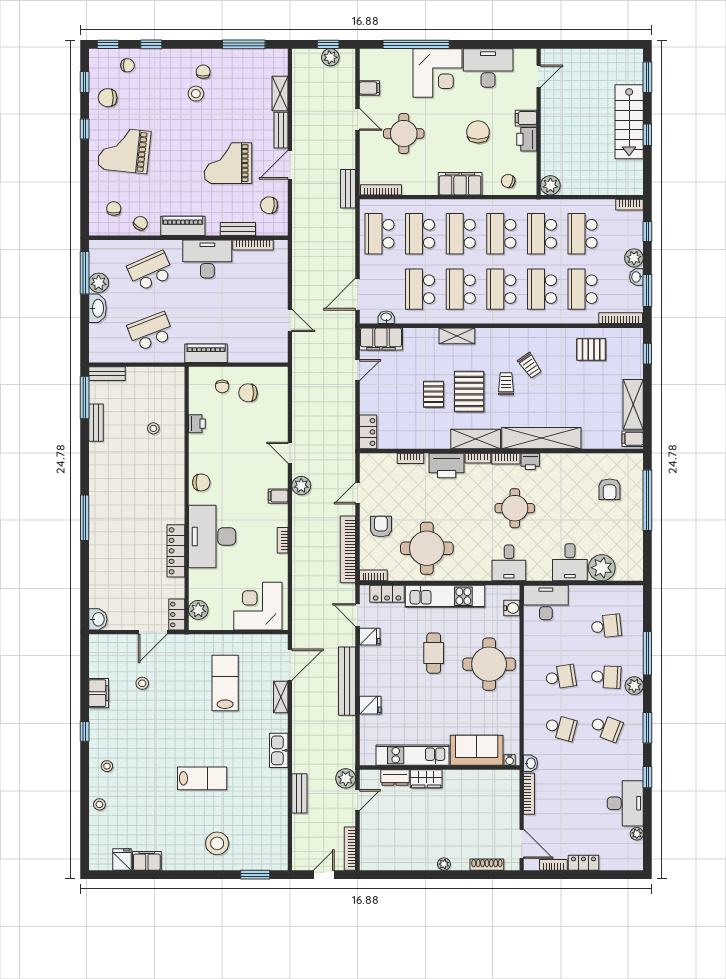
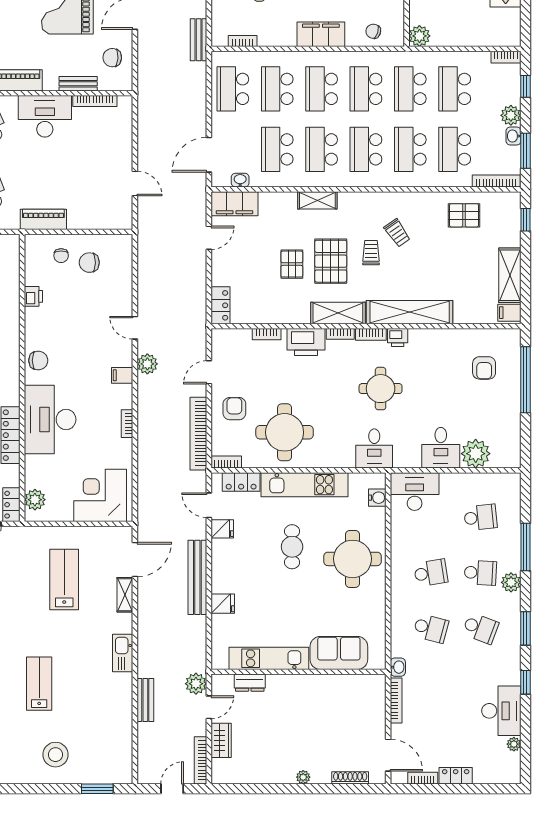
bookcase: (381, 190) -> (243, 41), width x0.64
water cooler: (510, 760) -> (375, 664), removed
lab bench: (202, 778) -> (39, 684), turned -90
wardrobe: (426, 779) -> (221, 740), moved, turned -90

